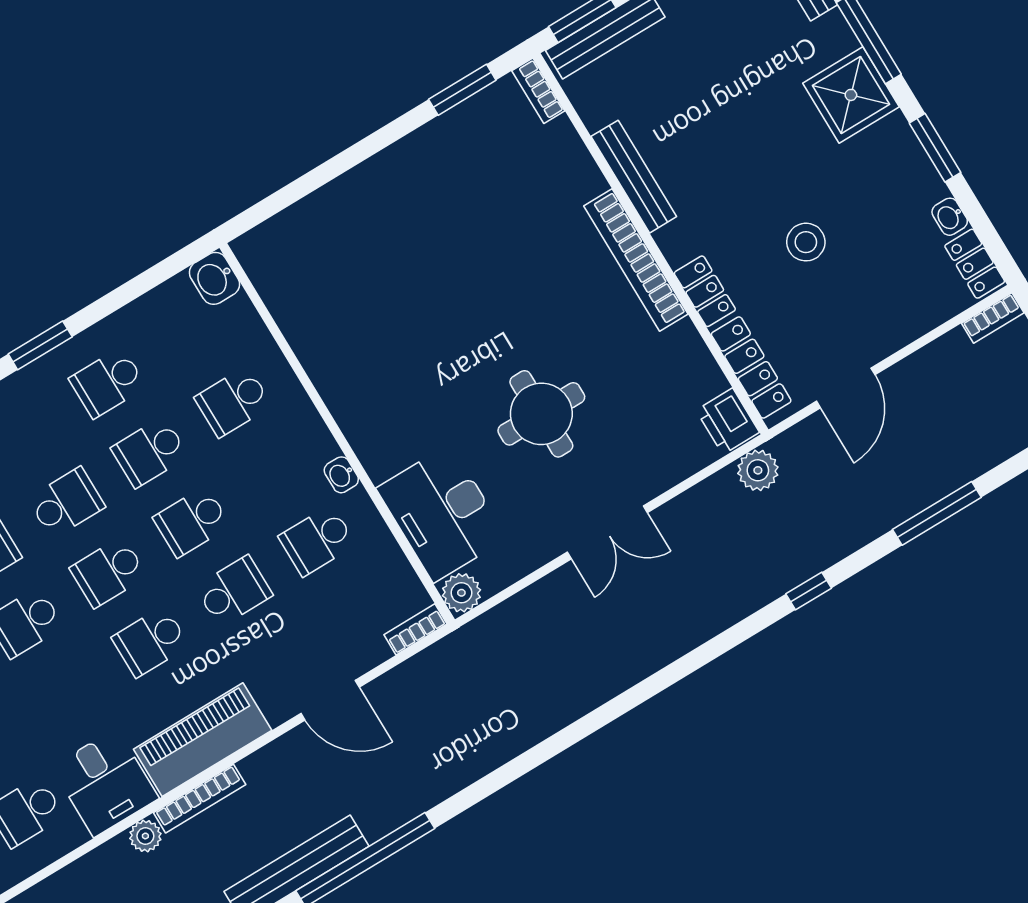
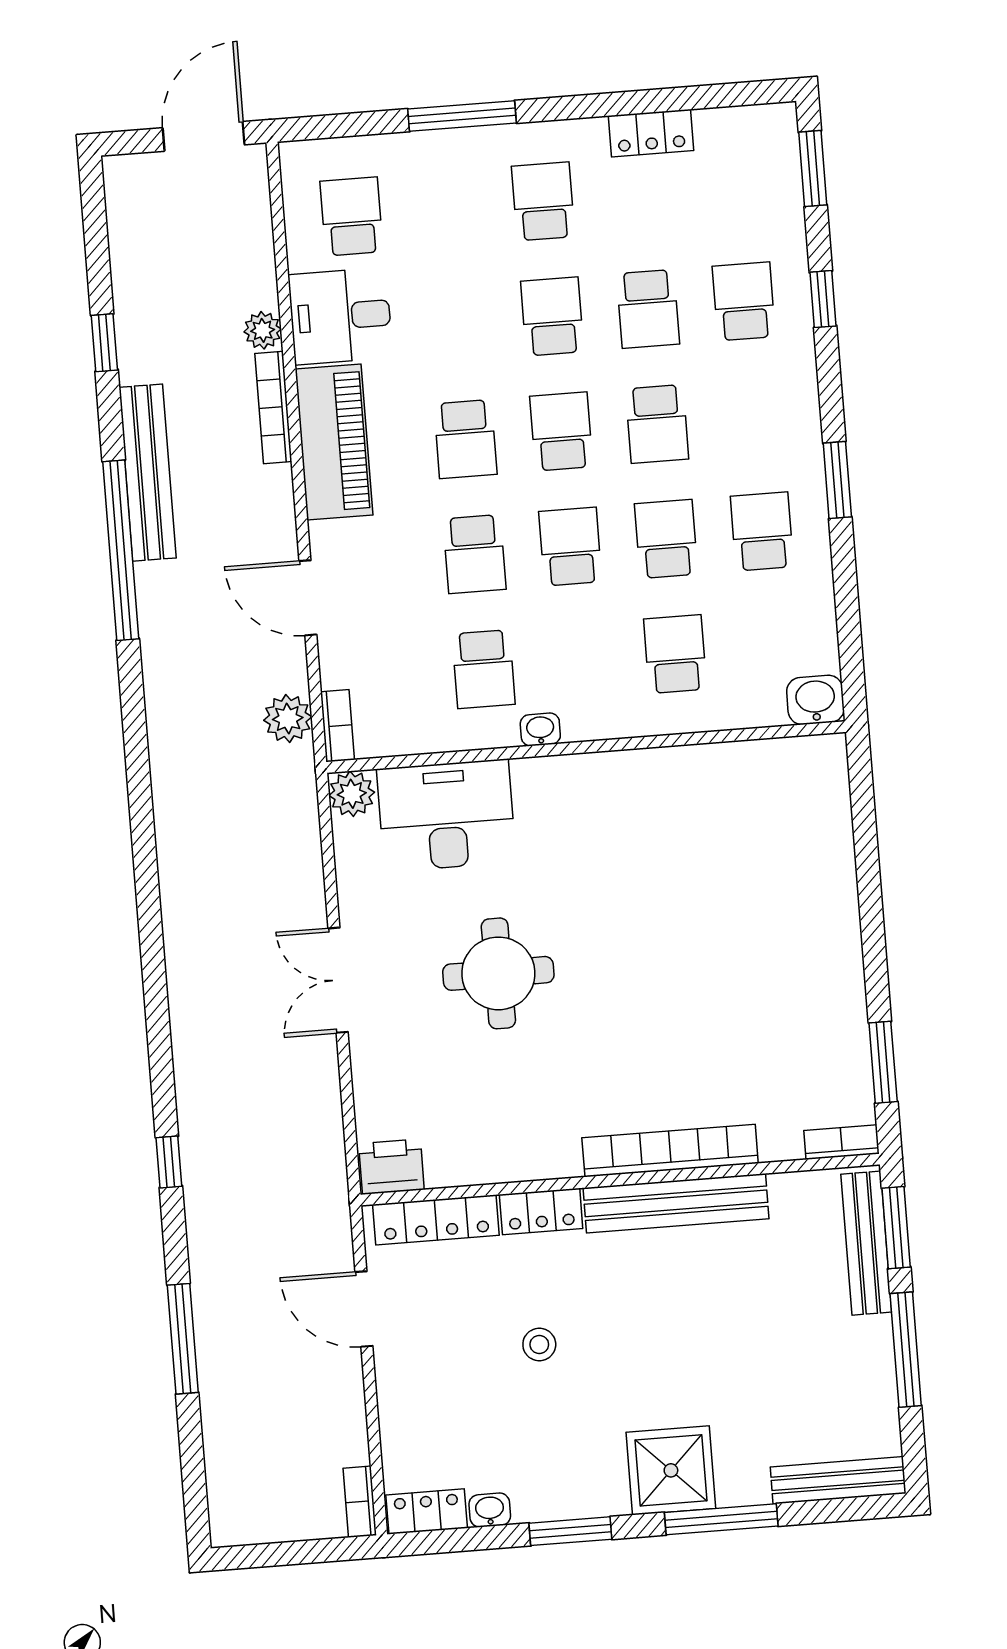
bench: (634, 177) -> (676, 1203), width x1.37, depth x1.21
stool: (806, 242) -> (539, 1344), width x0.73, depth x0.73
bookcase: (636, 260) -> (670, 1151), moved
plant: (758, 470) -> (288, 719), moved
school desk: (317, 541) -> (484, 669), turned 180
school desk: (150, 642) -> (465, 439), turned 180
door: (330, 700) -> (308, 598), hinge flipped

